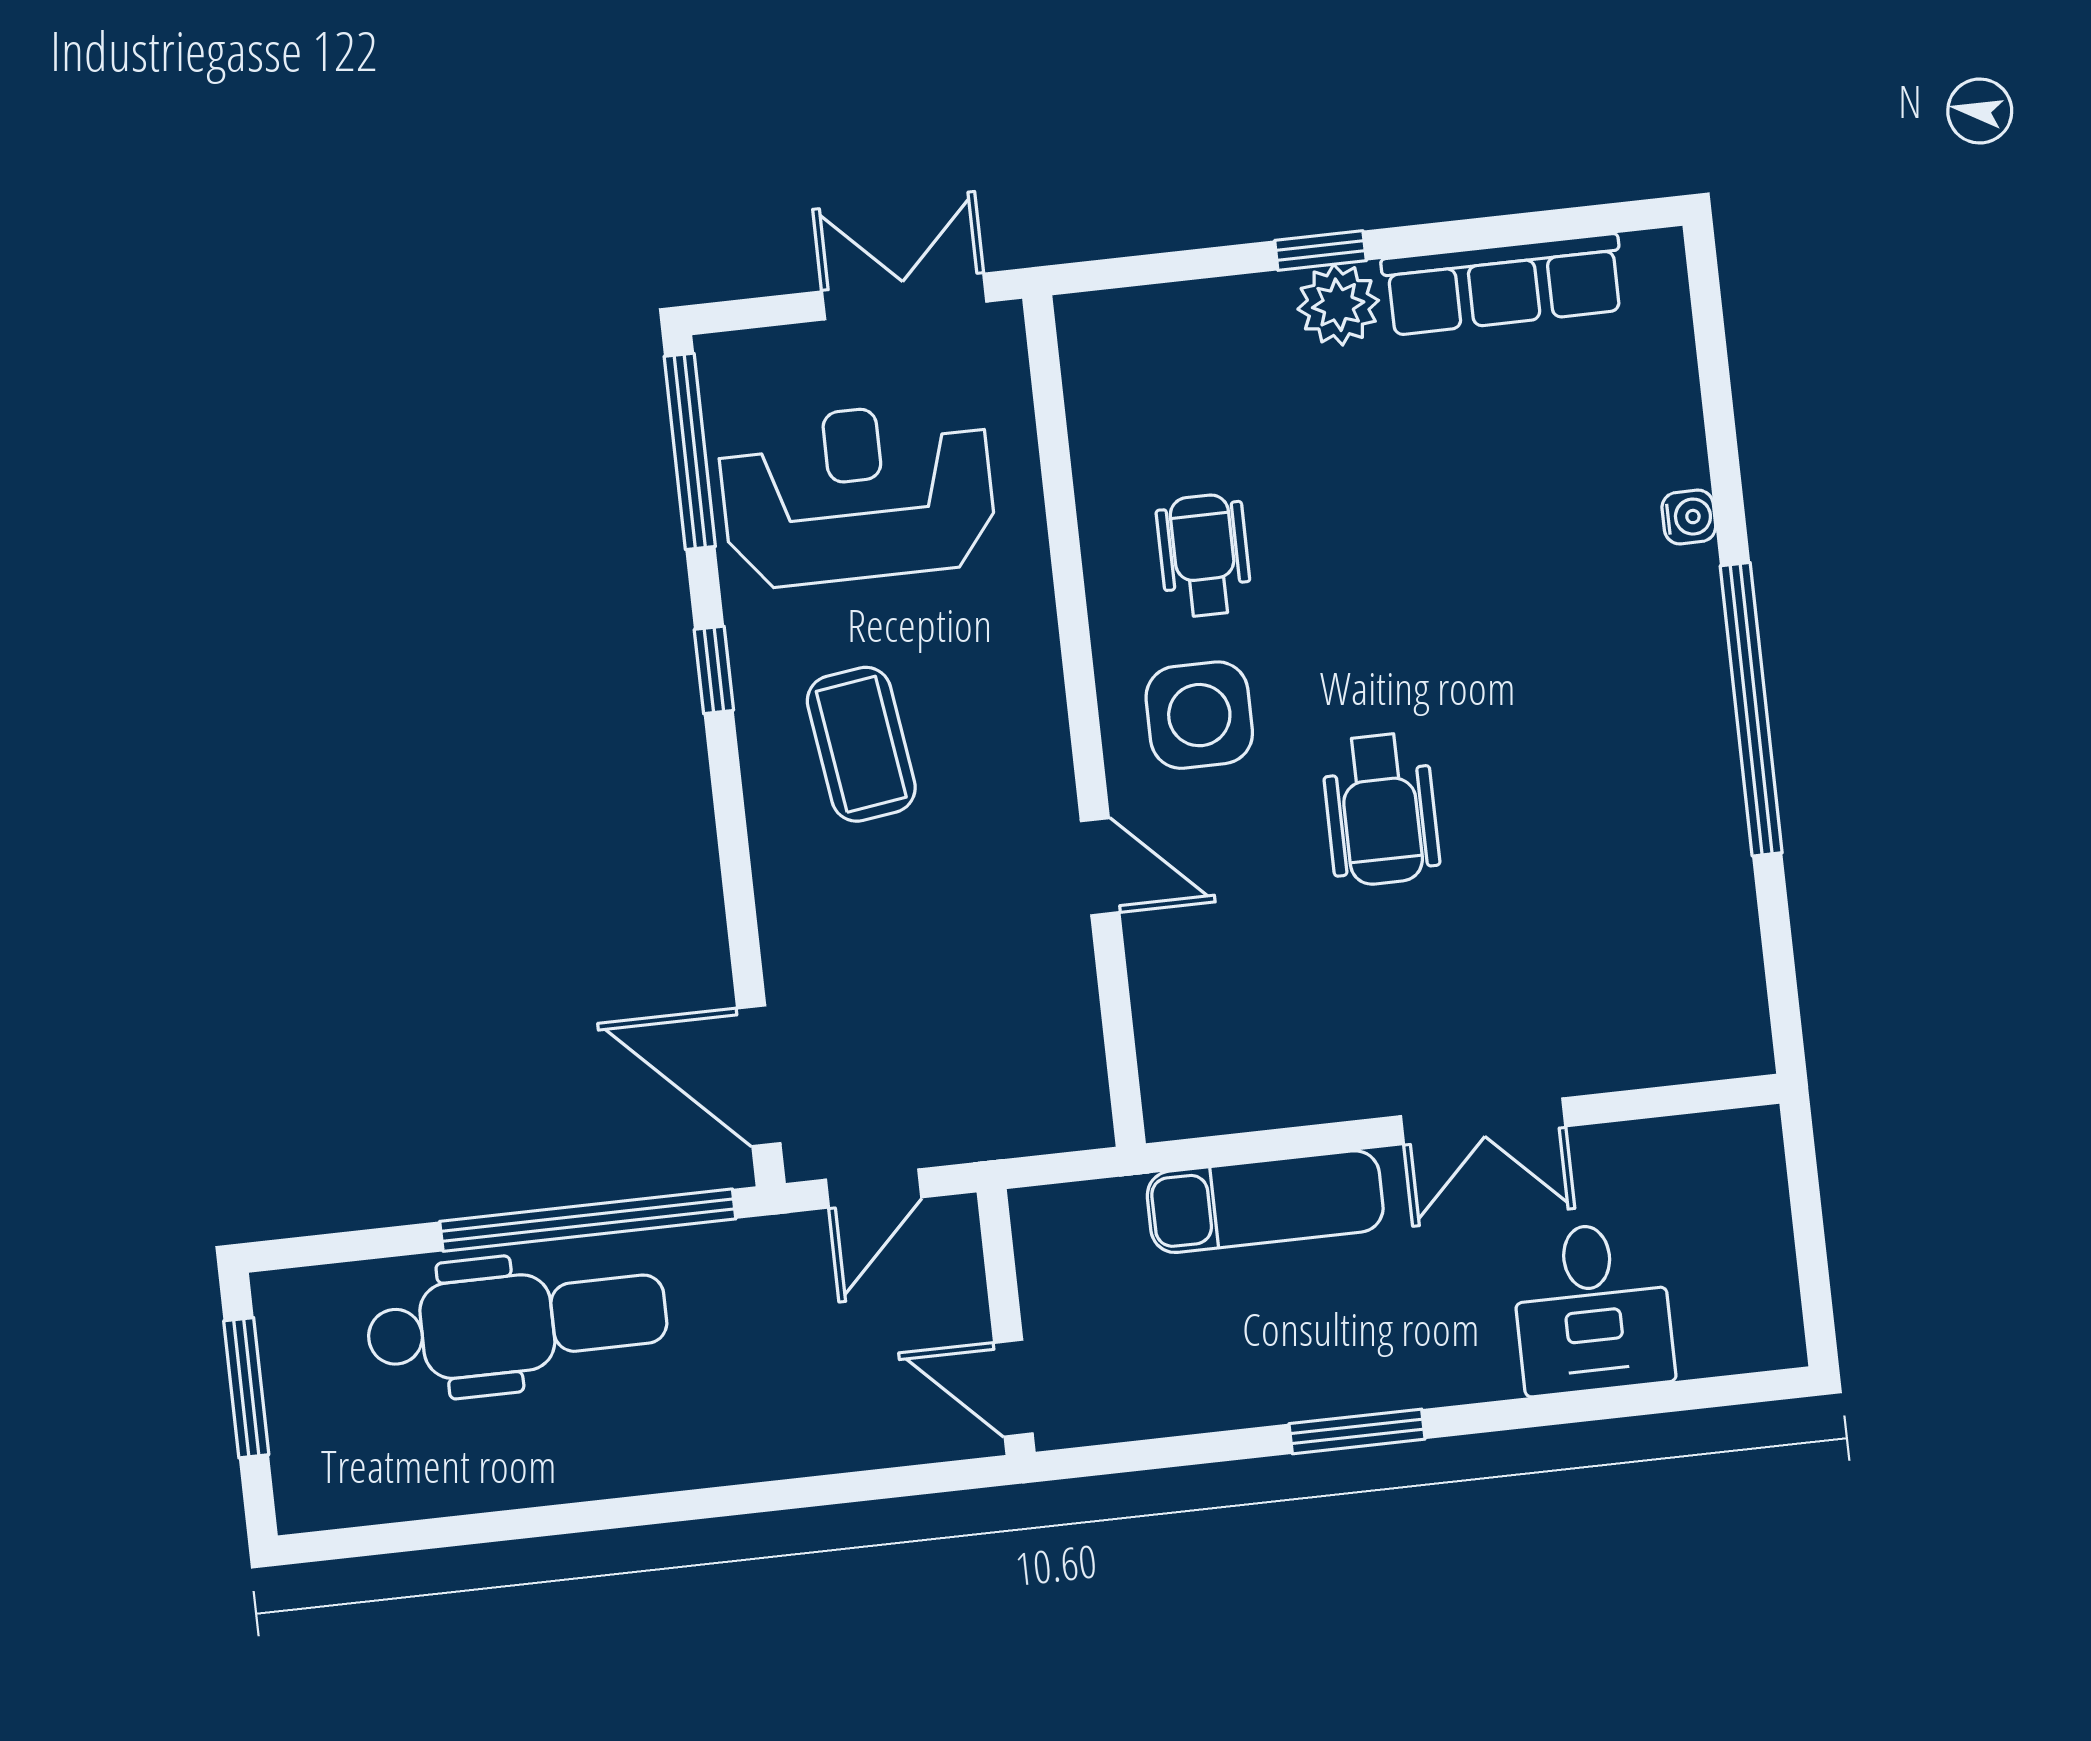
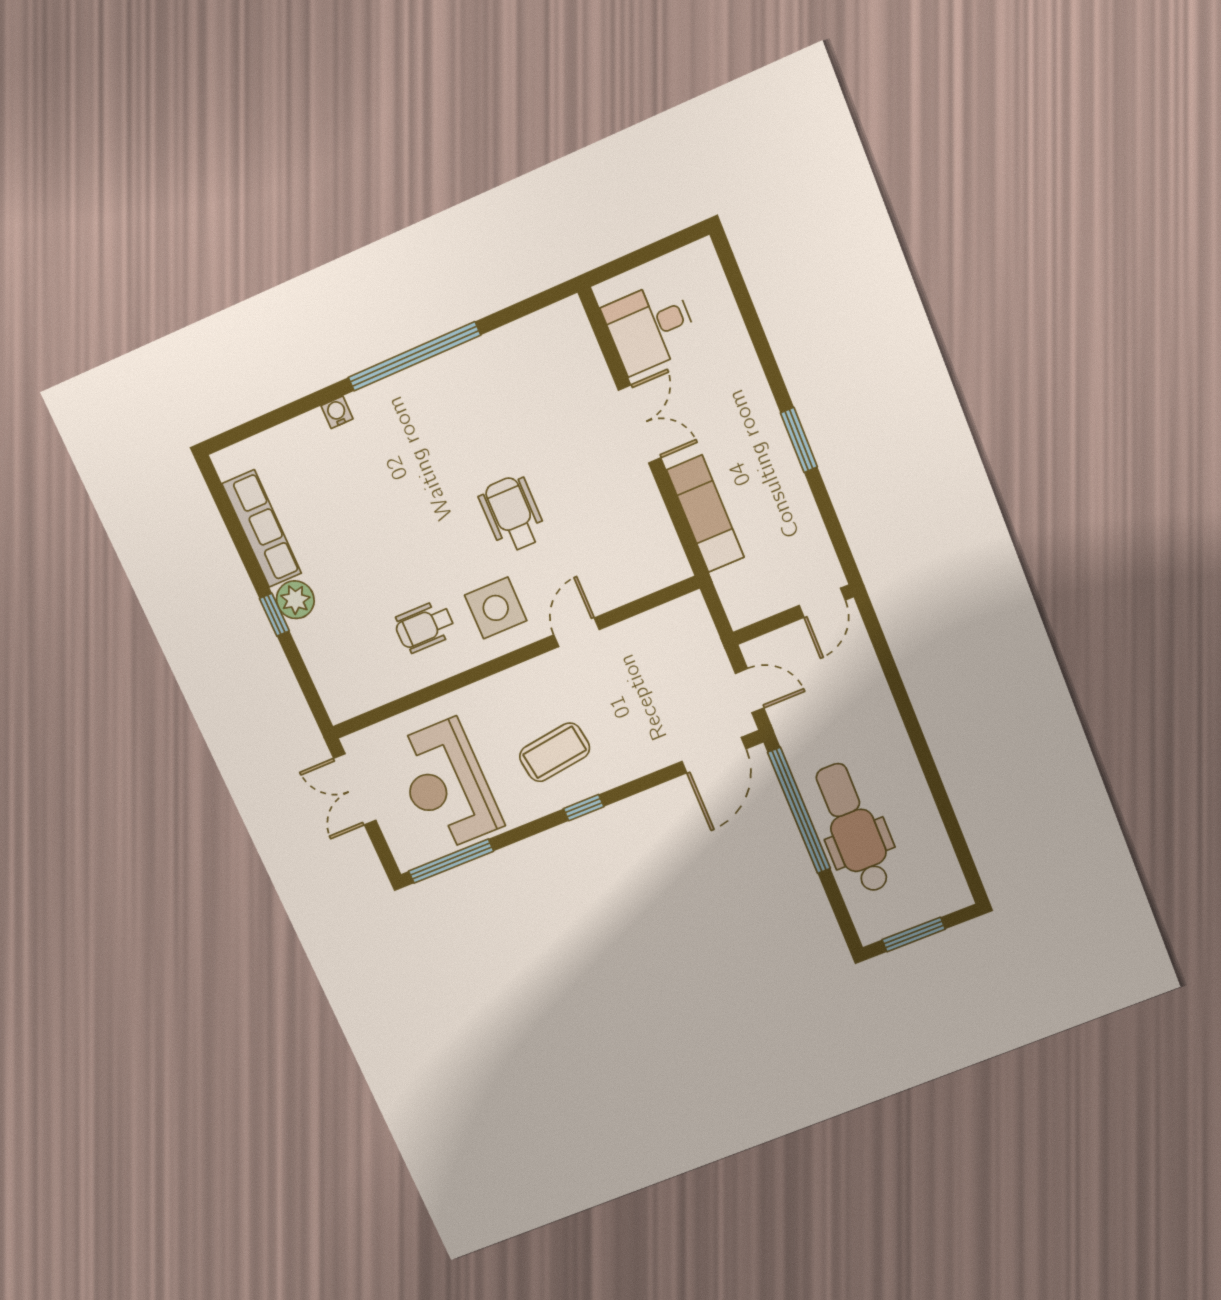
window: (714, 670) -> (584, 808), moved
wheelchair: (1381, 809) -> (512, 514), turned -90
desk: (1592, 1308) -> (650, 327), moved, turned 180

